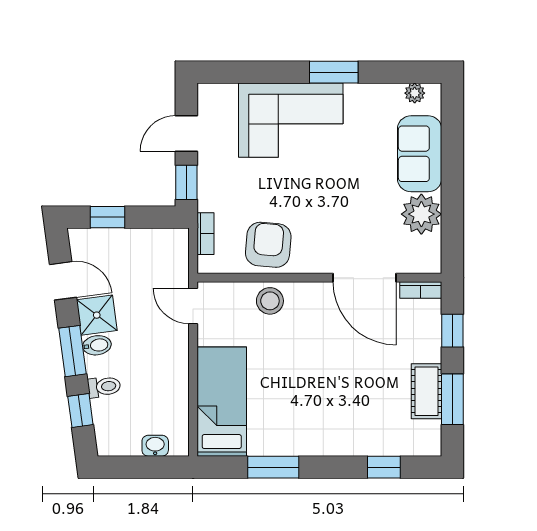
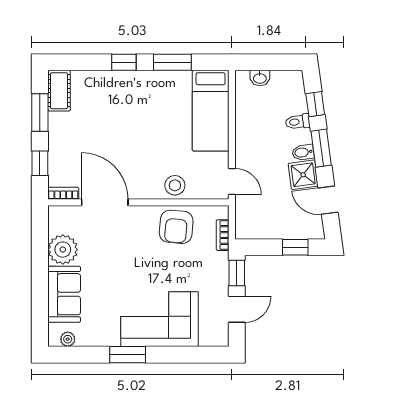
cot: (426, 391) -> (59, 91), moved
window: (384, 467) -> (124, 62), moved

